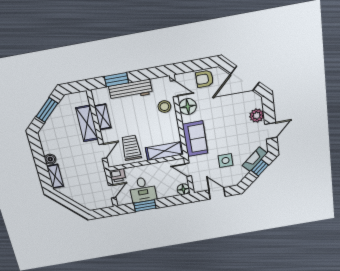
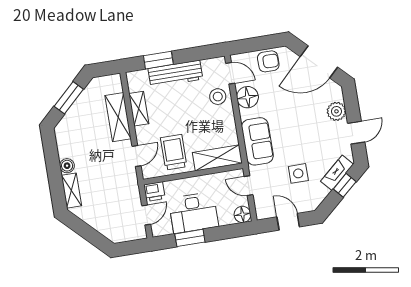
armchair: (205, 79) -> (268, 61), turned 180
desk: (143, 190) -> (194, 213), width x1.37

